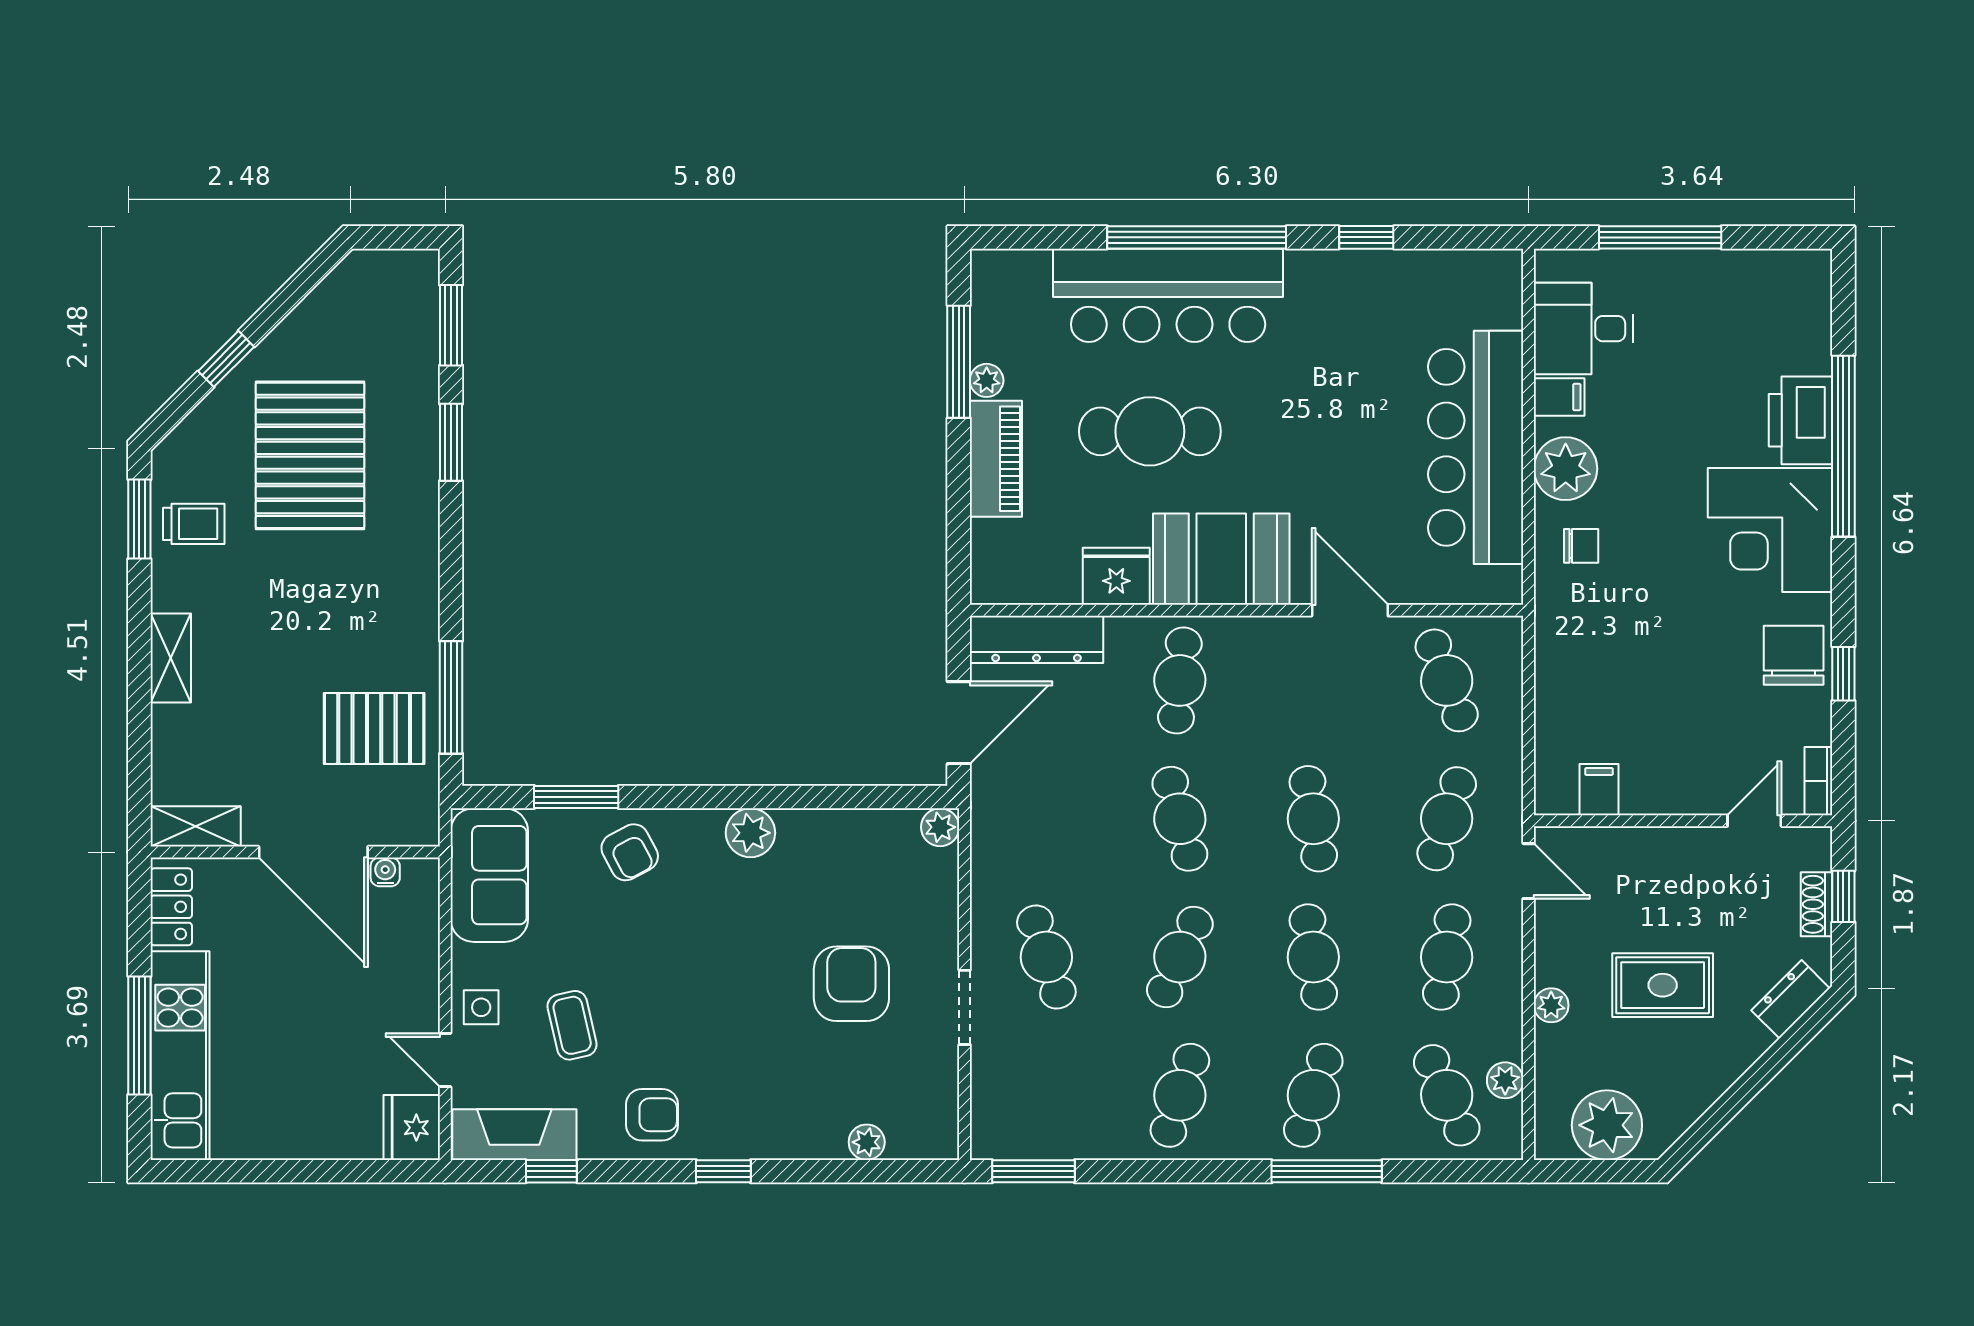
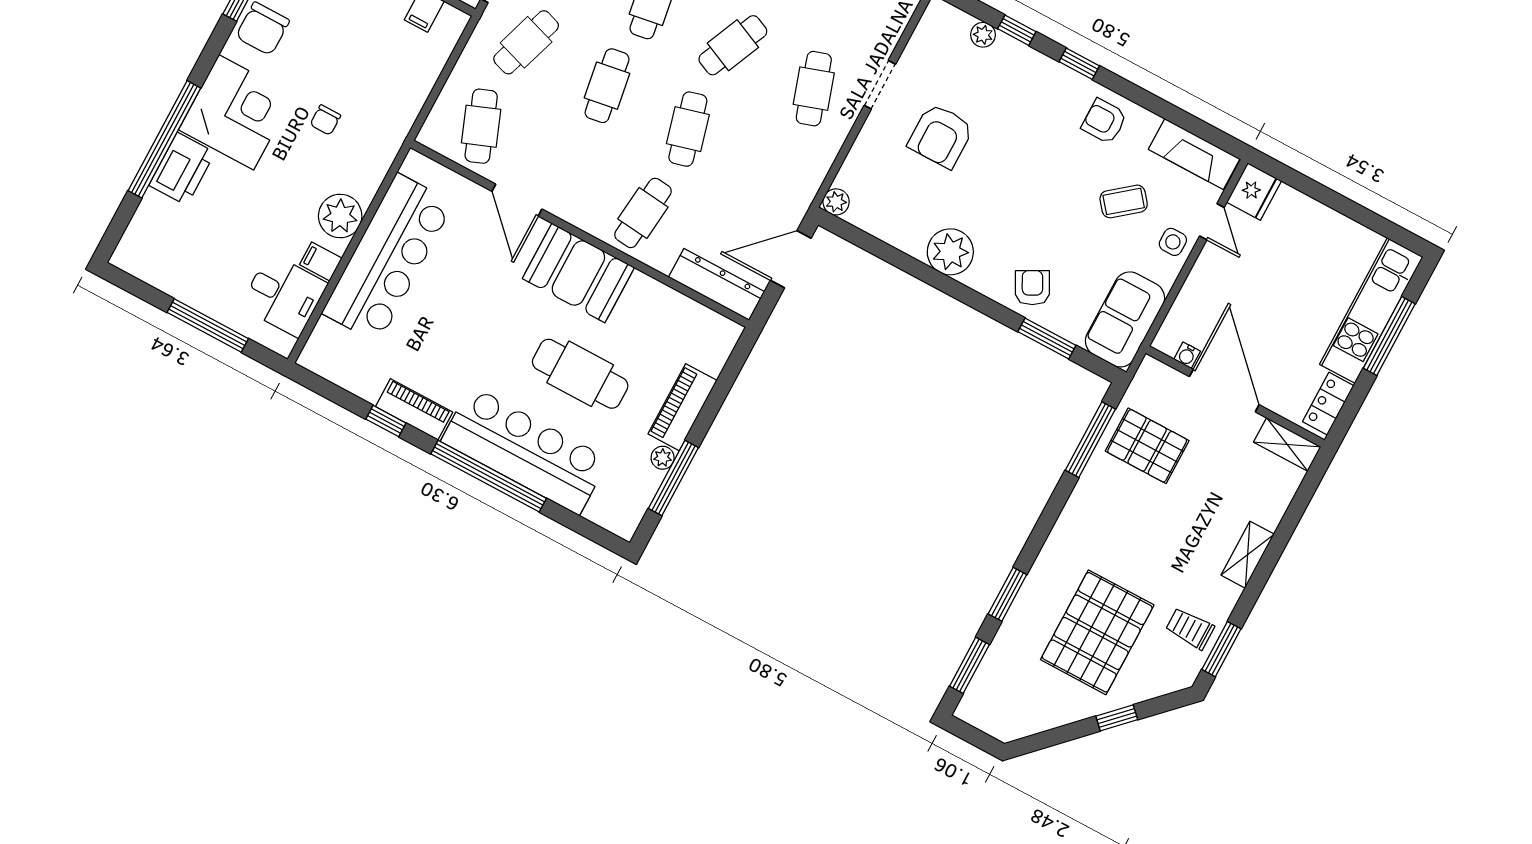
piano: (1338, 272) -> (414, 409), added
chair: (1581, 546) -> (325, 120), moved, turned -90
fridge: (1116, 576) -> (648, 297), removed
plant: (750, 833) -> (950, 252), width x1.36, depth x1.36
coffee table: (572, 1025) -> (1124, 201), turned 64
window: (551, 1171) -> (1017, 30), moved

